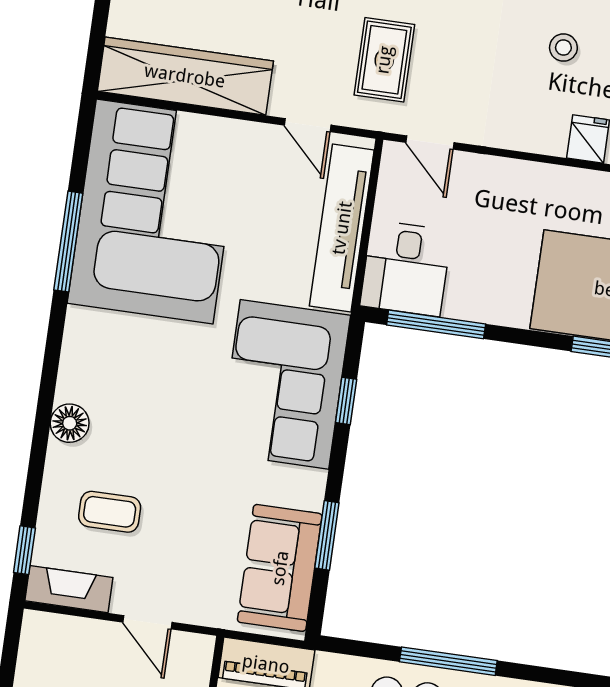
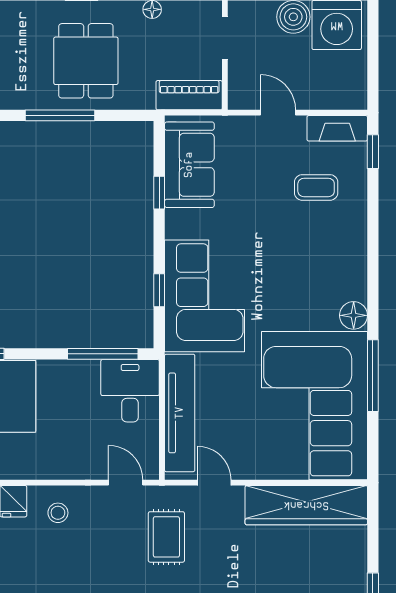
stool: (563, 48) -> (58, 513), moved
floor lamp: (70, 423) -> (354, 315), moved
window: (327, 535) -> (159, 193), width x0.67

